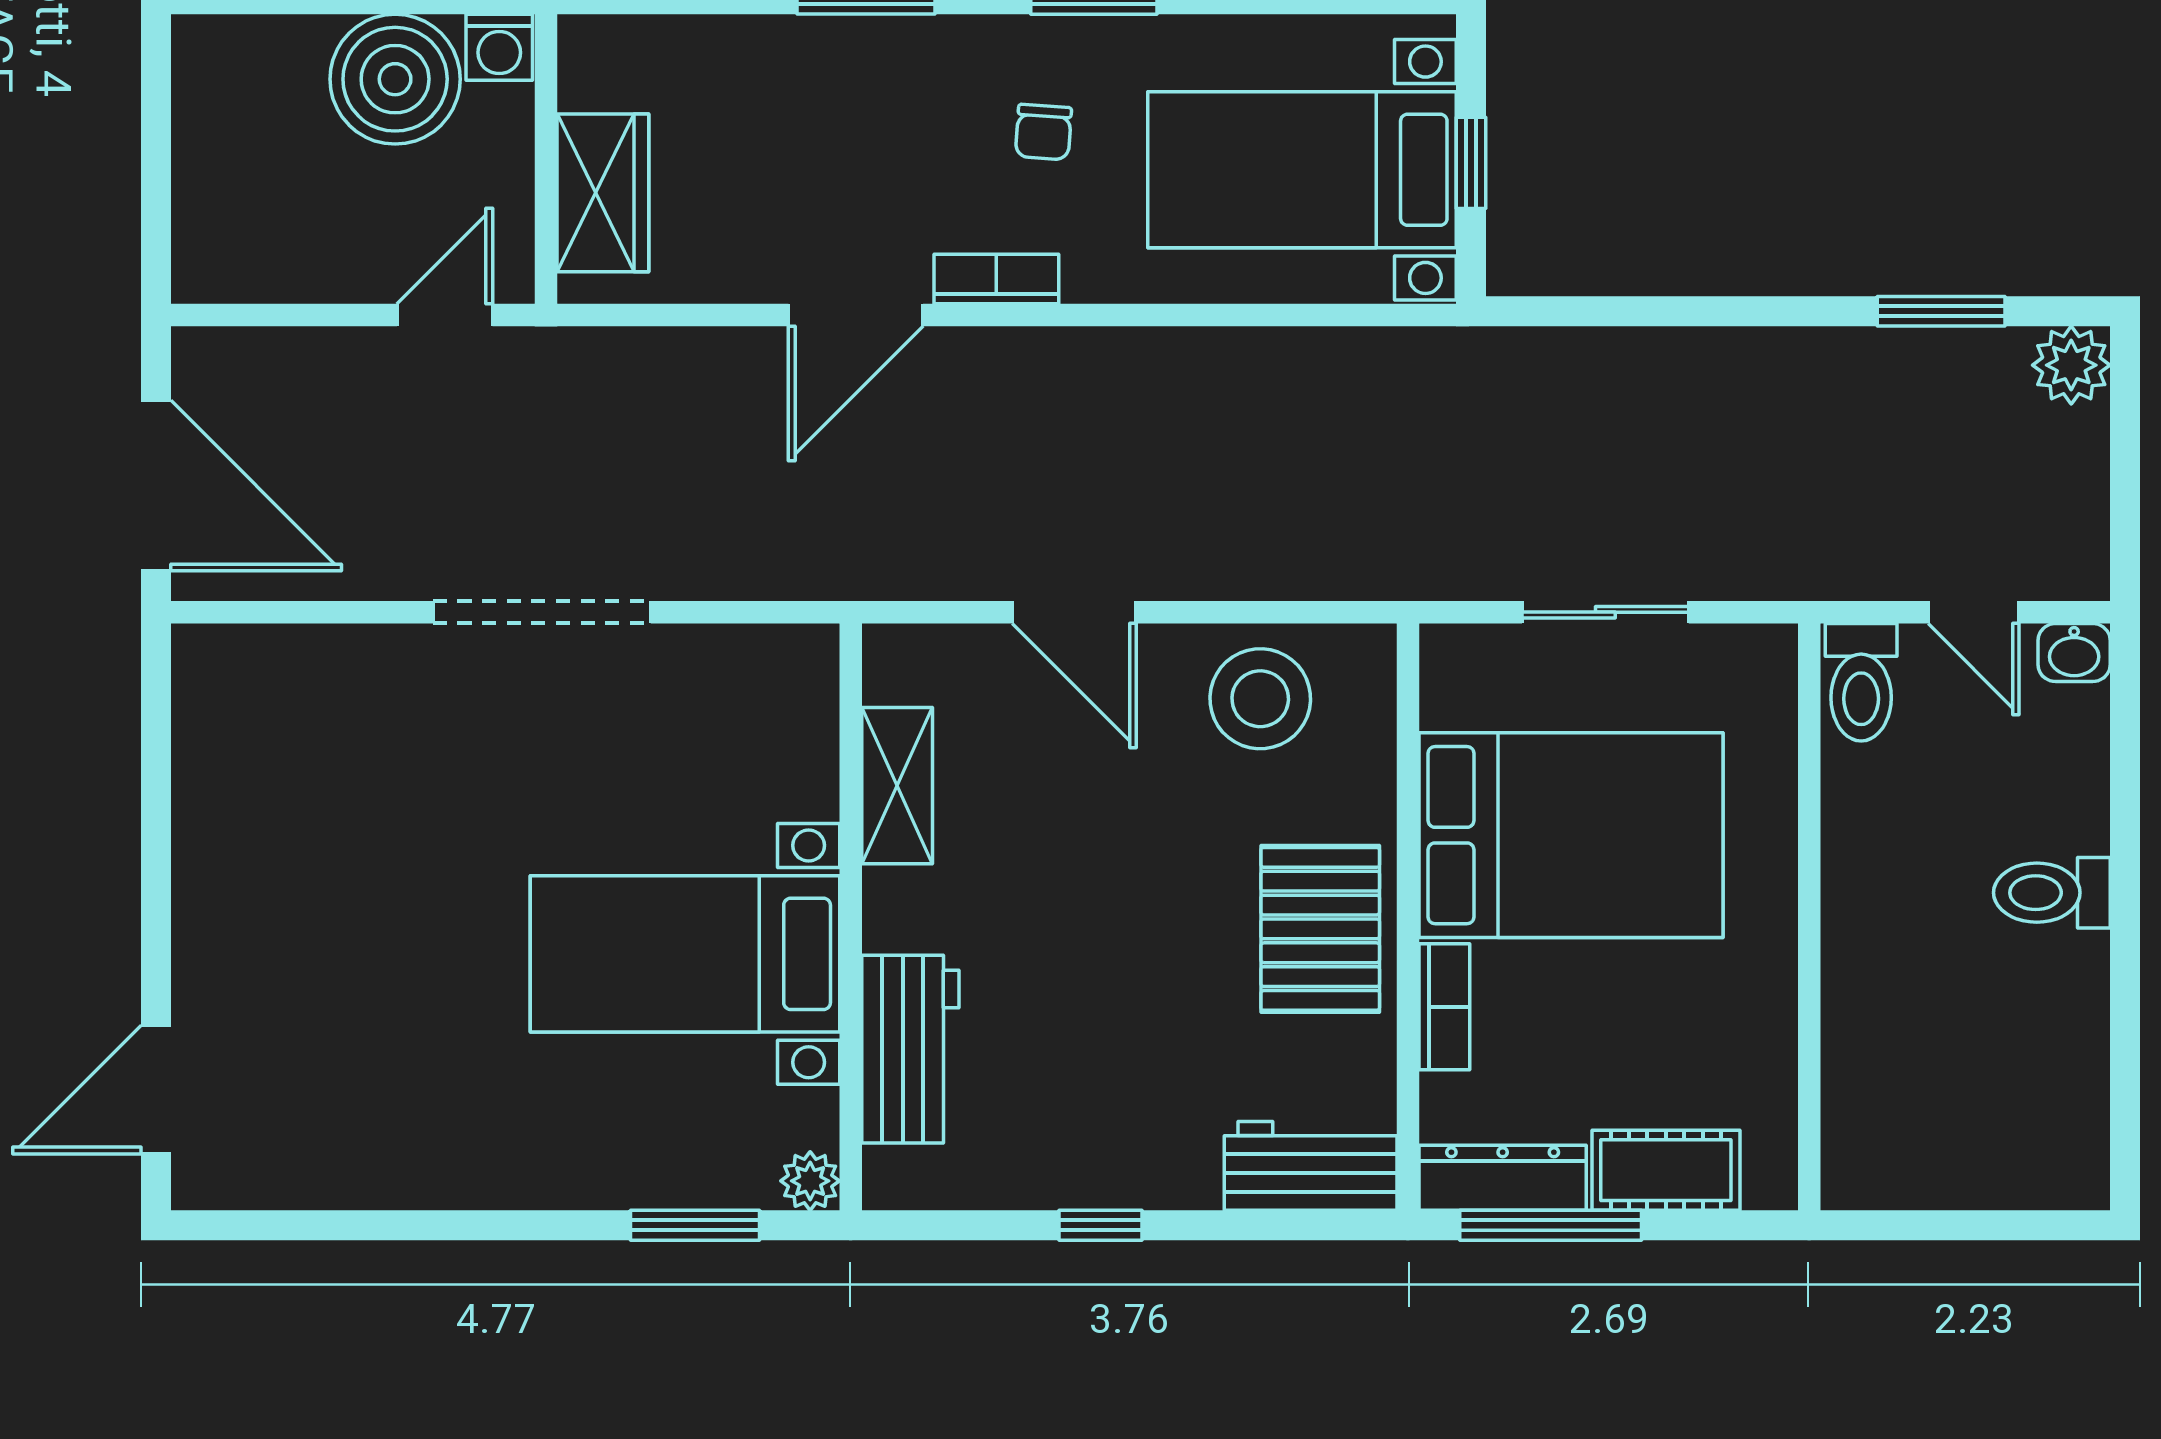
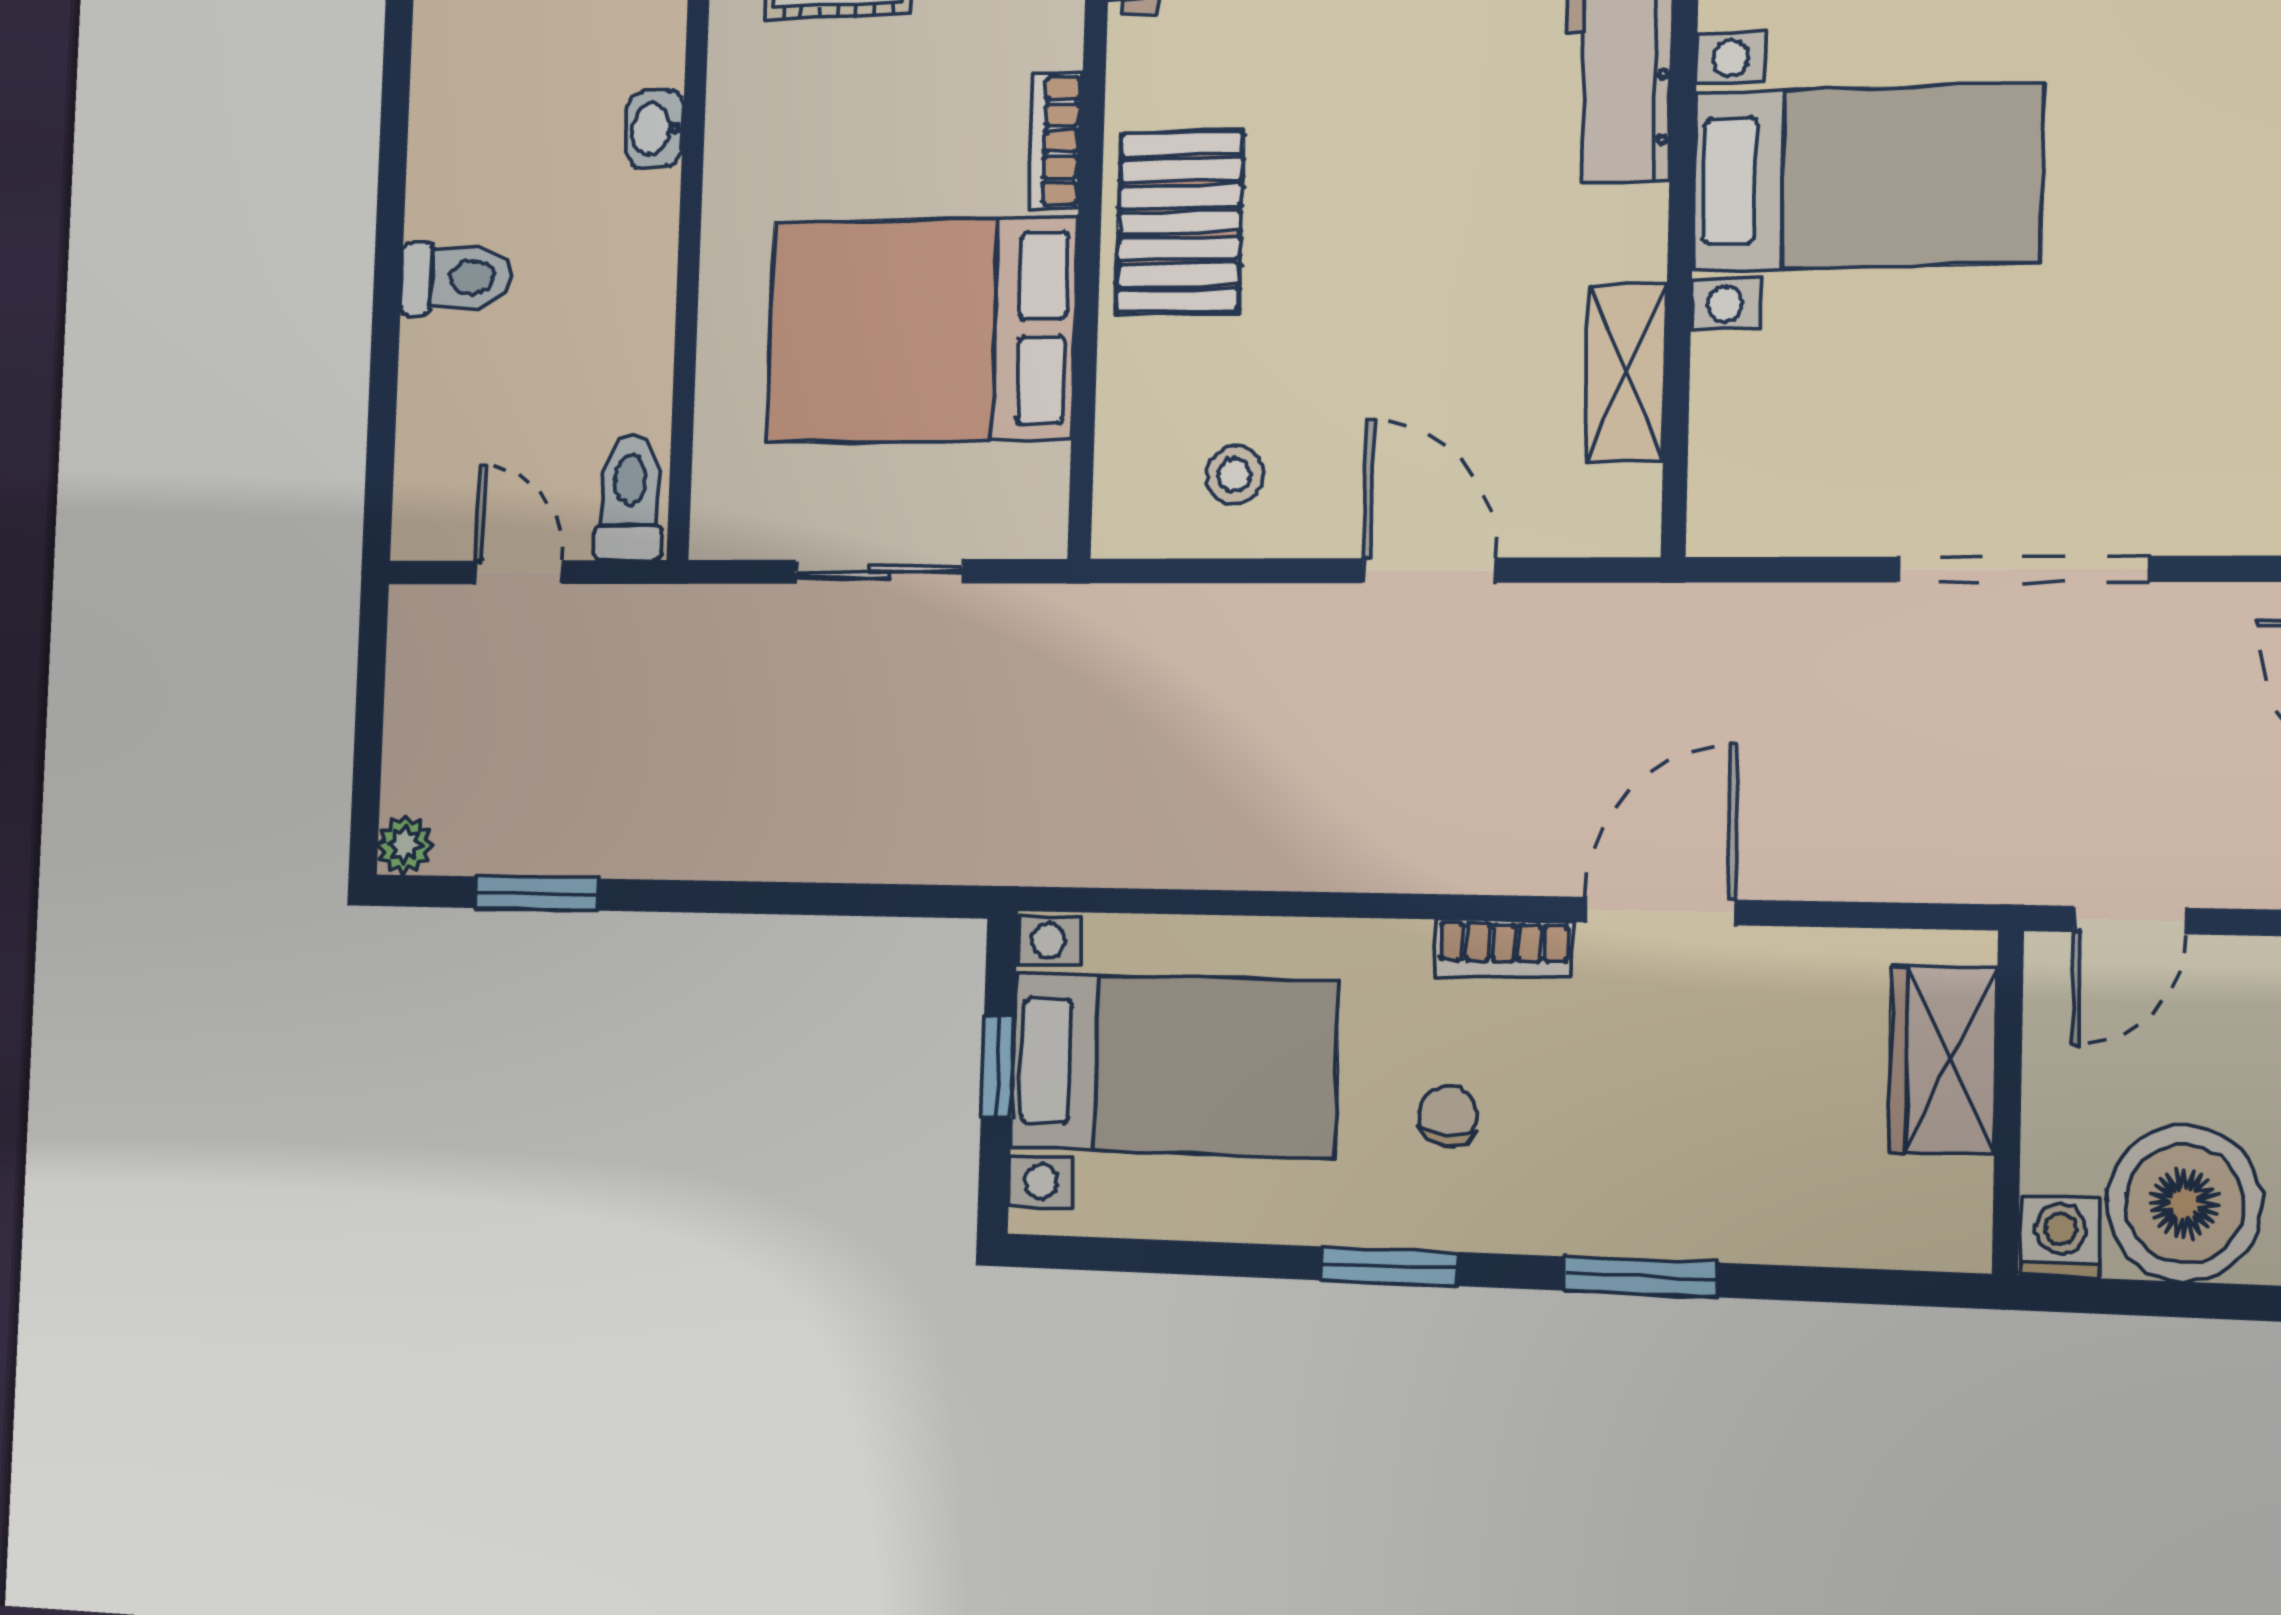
plant: (2071, 365) -> (405, 845), width x0.73, depth x0.73
washbasin: (2074, 653) -> (655, 129), moved, turned -90
stool: (1260, 699) -> (1235, 475), width x0.53, depth x0.53

